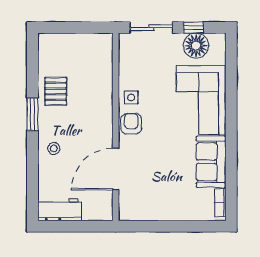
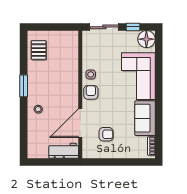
floor lamp: (196, 46) -> (146, 39), moved
pallet: (56, 91) -> (39, 50), moved
armchair: (154, 186) -> (106, 134), added
workbench: (59, 210) -> (64, 151), moved

